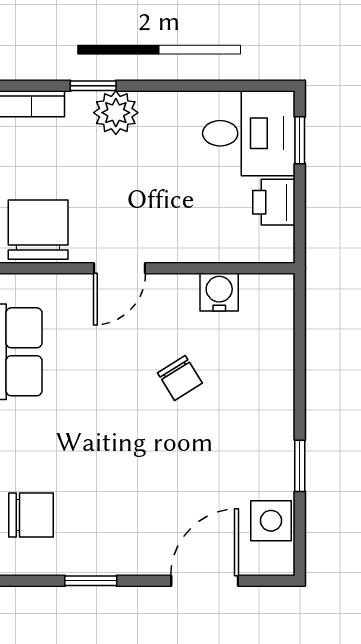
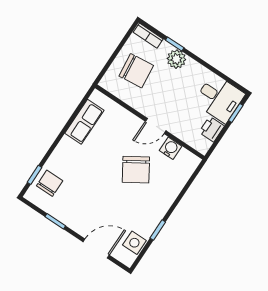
chair: (38, 230) -> (136, 71), moved, turned 84
door: (120, 268) -> (156, 126), moved
chair: (180, 378) -> (136, 170), width x1.87, depth x1.87
chair: (31, 515) -> (50, 183), turned -90

